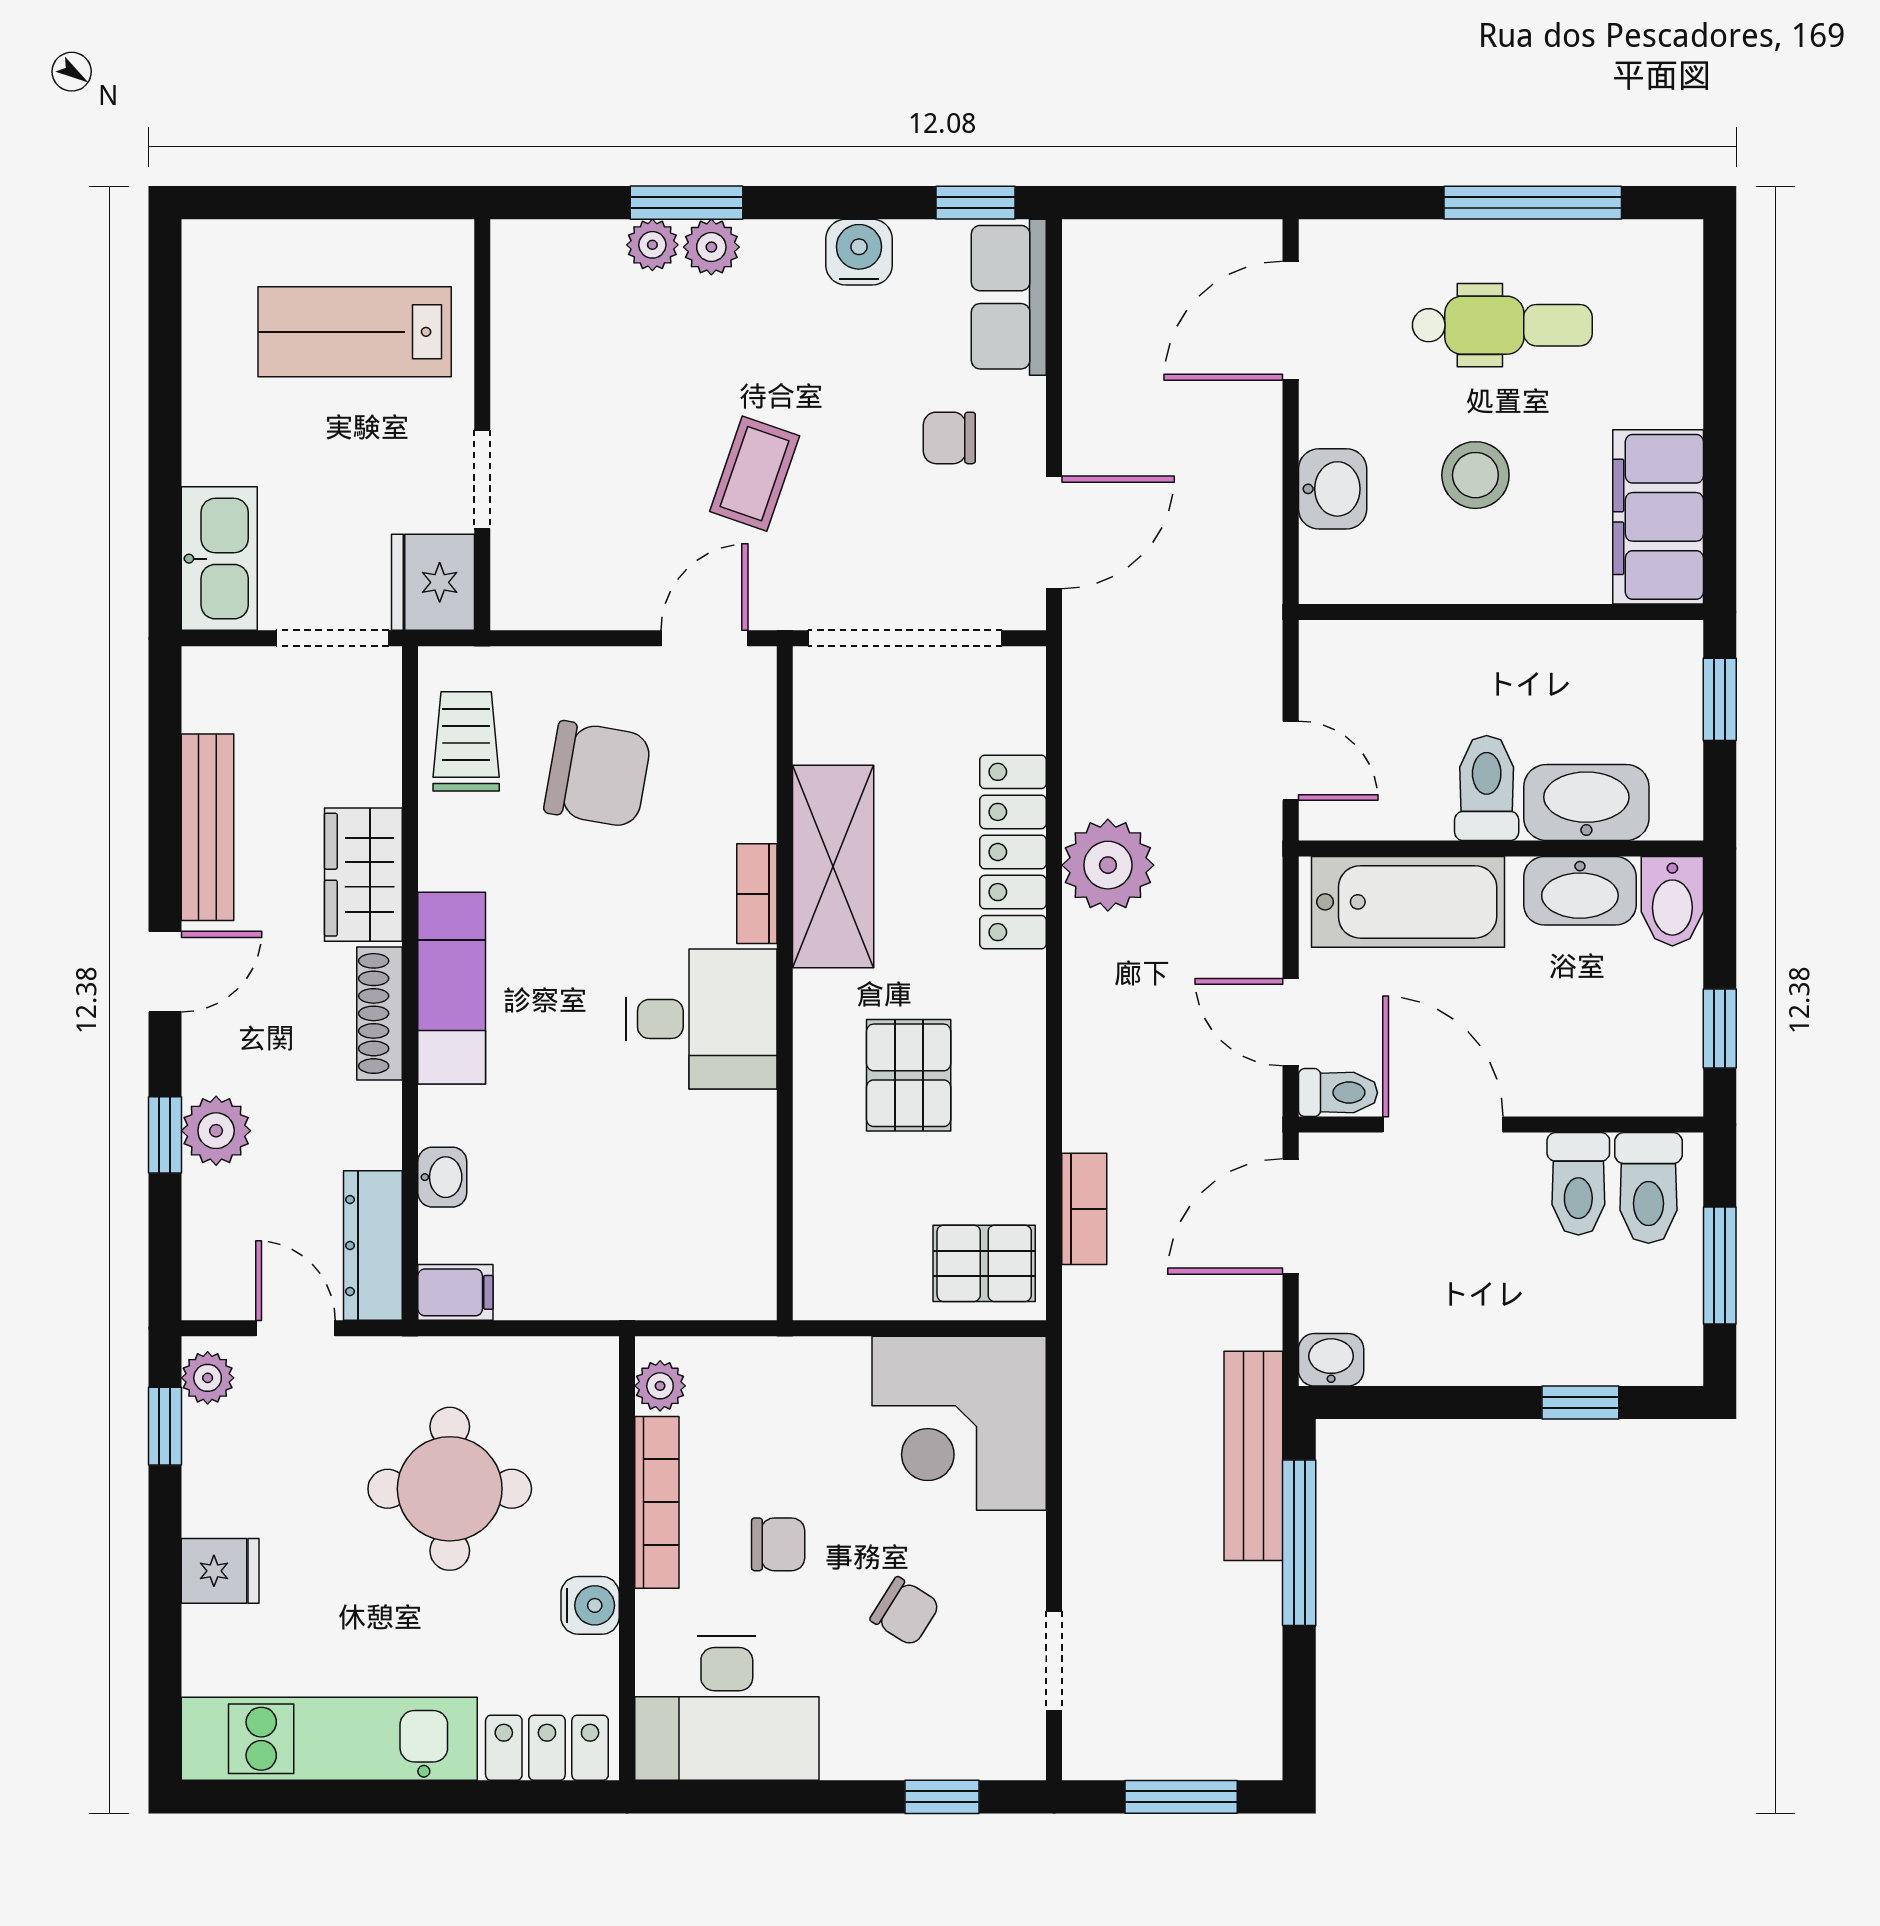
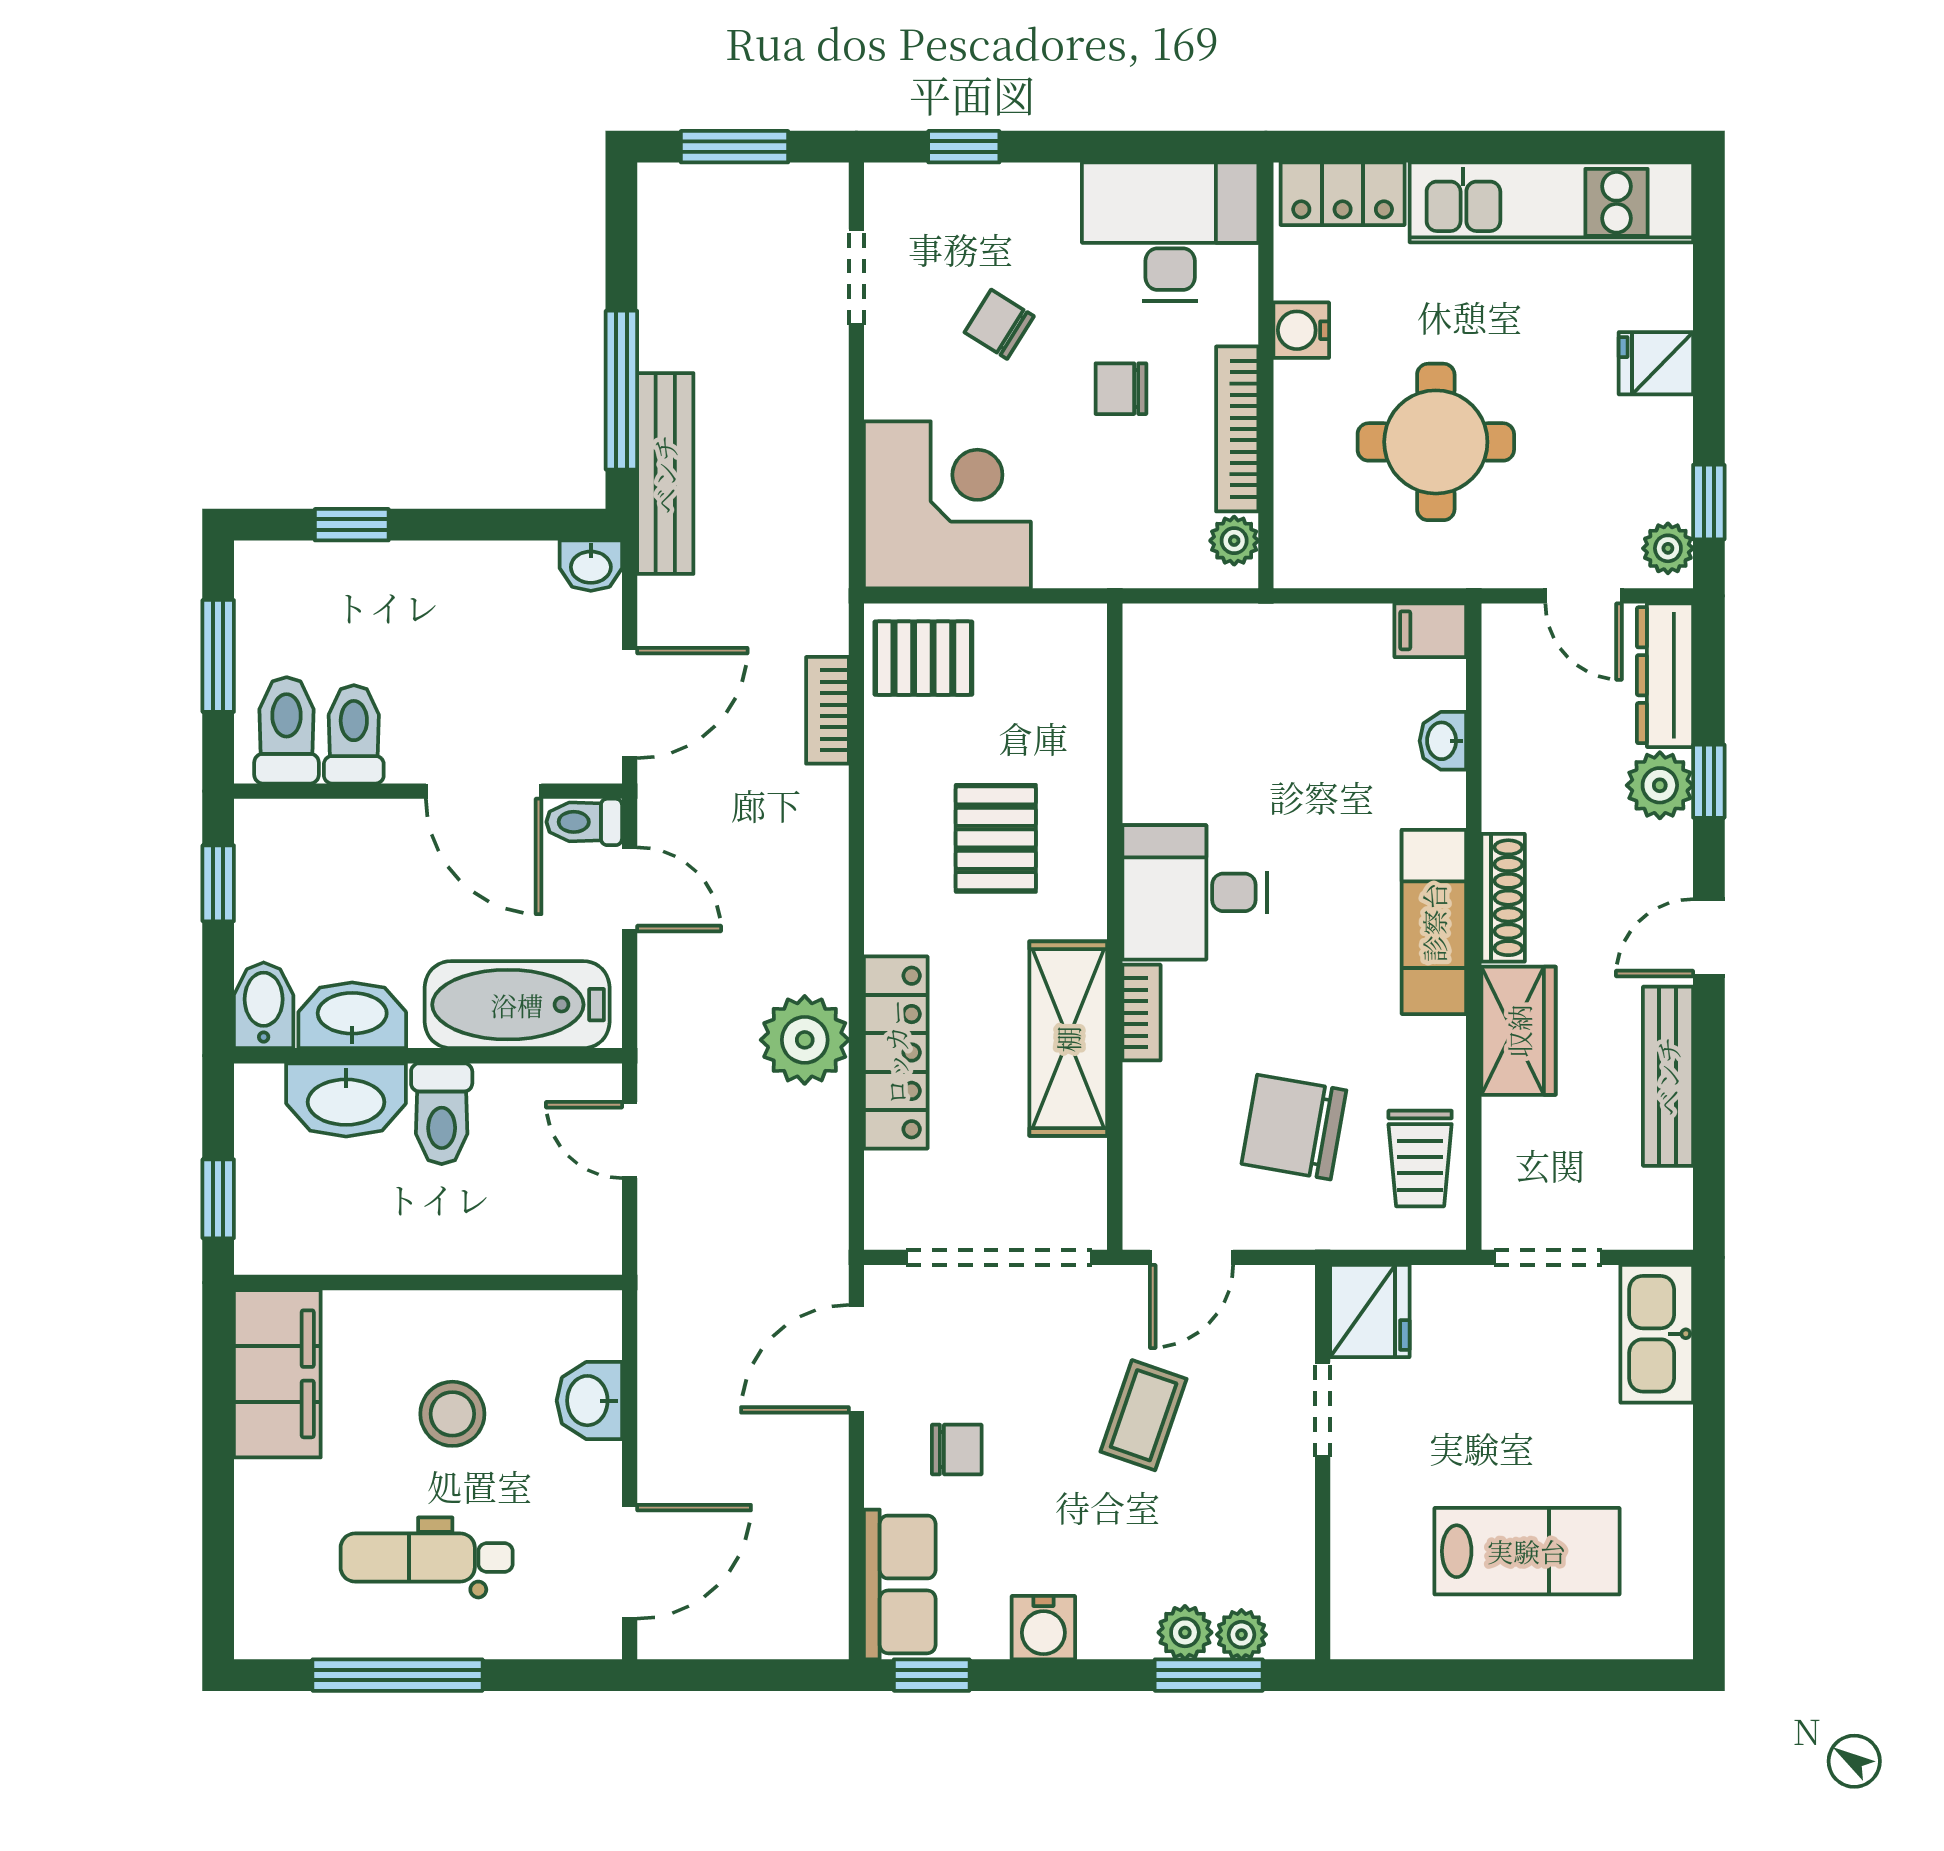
wall: (482, 425) -> (1323, 1462), moved
doorway: (482, 479) -> (1323, 1410), moved
fridge: (433, 582) -> (1370, 1311), moved
dresser: (373, 1246) -> (1665, 675), moved, turned 180

